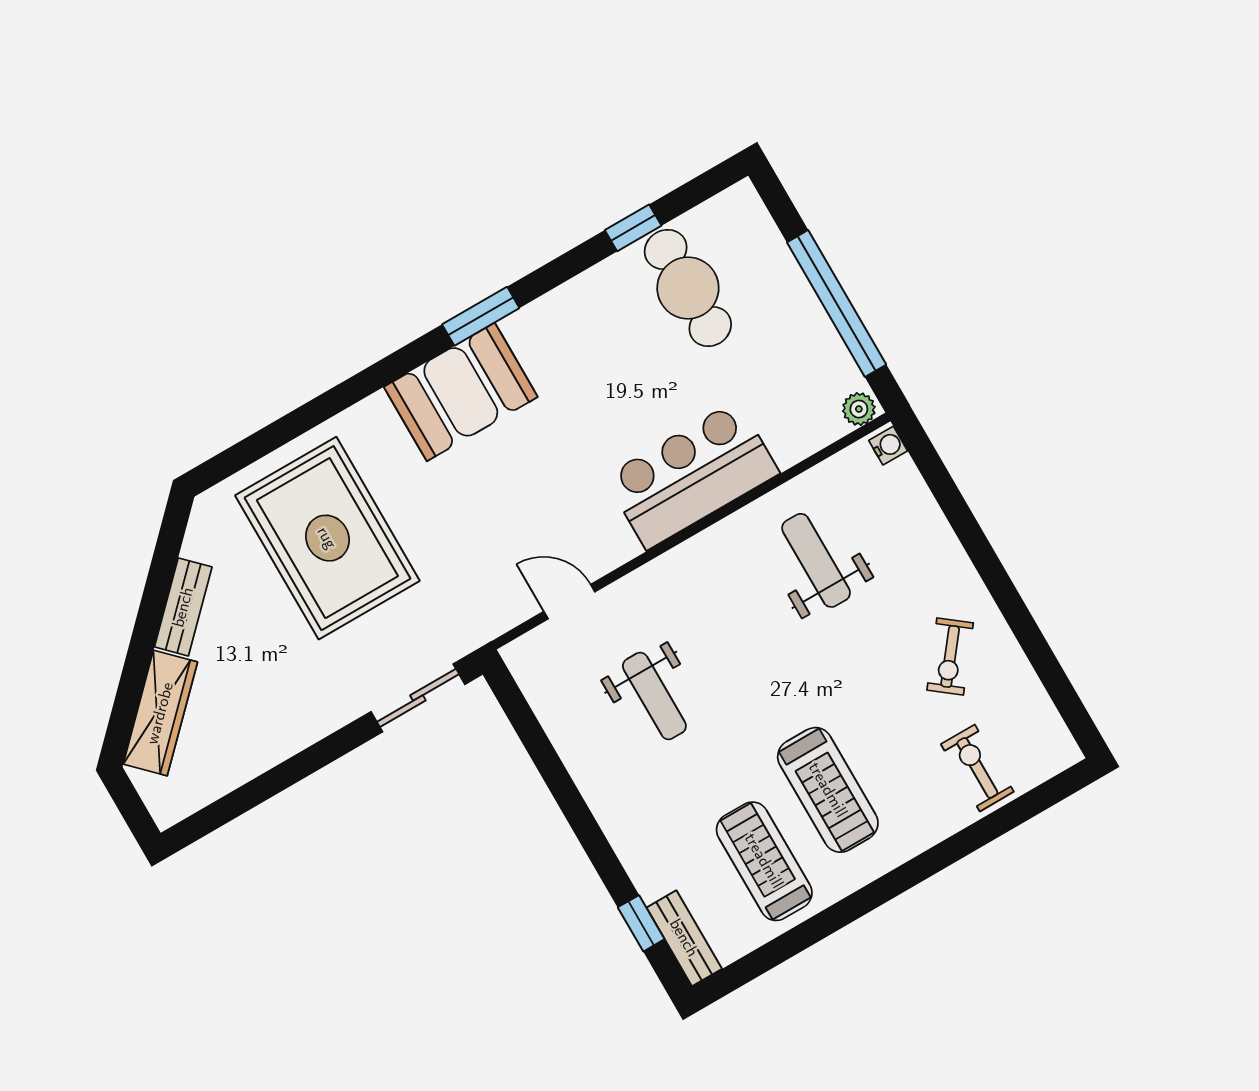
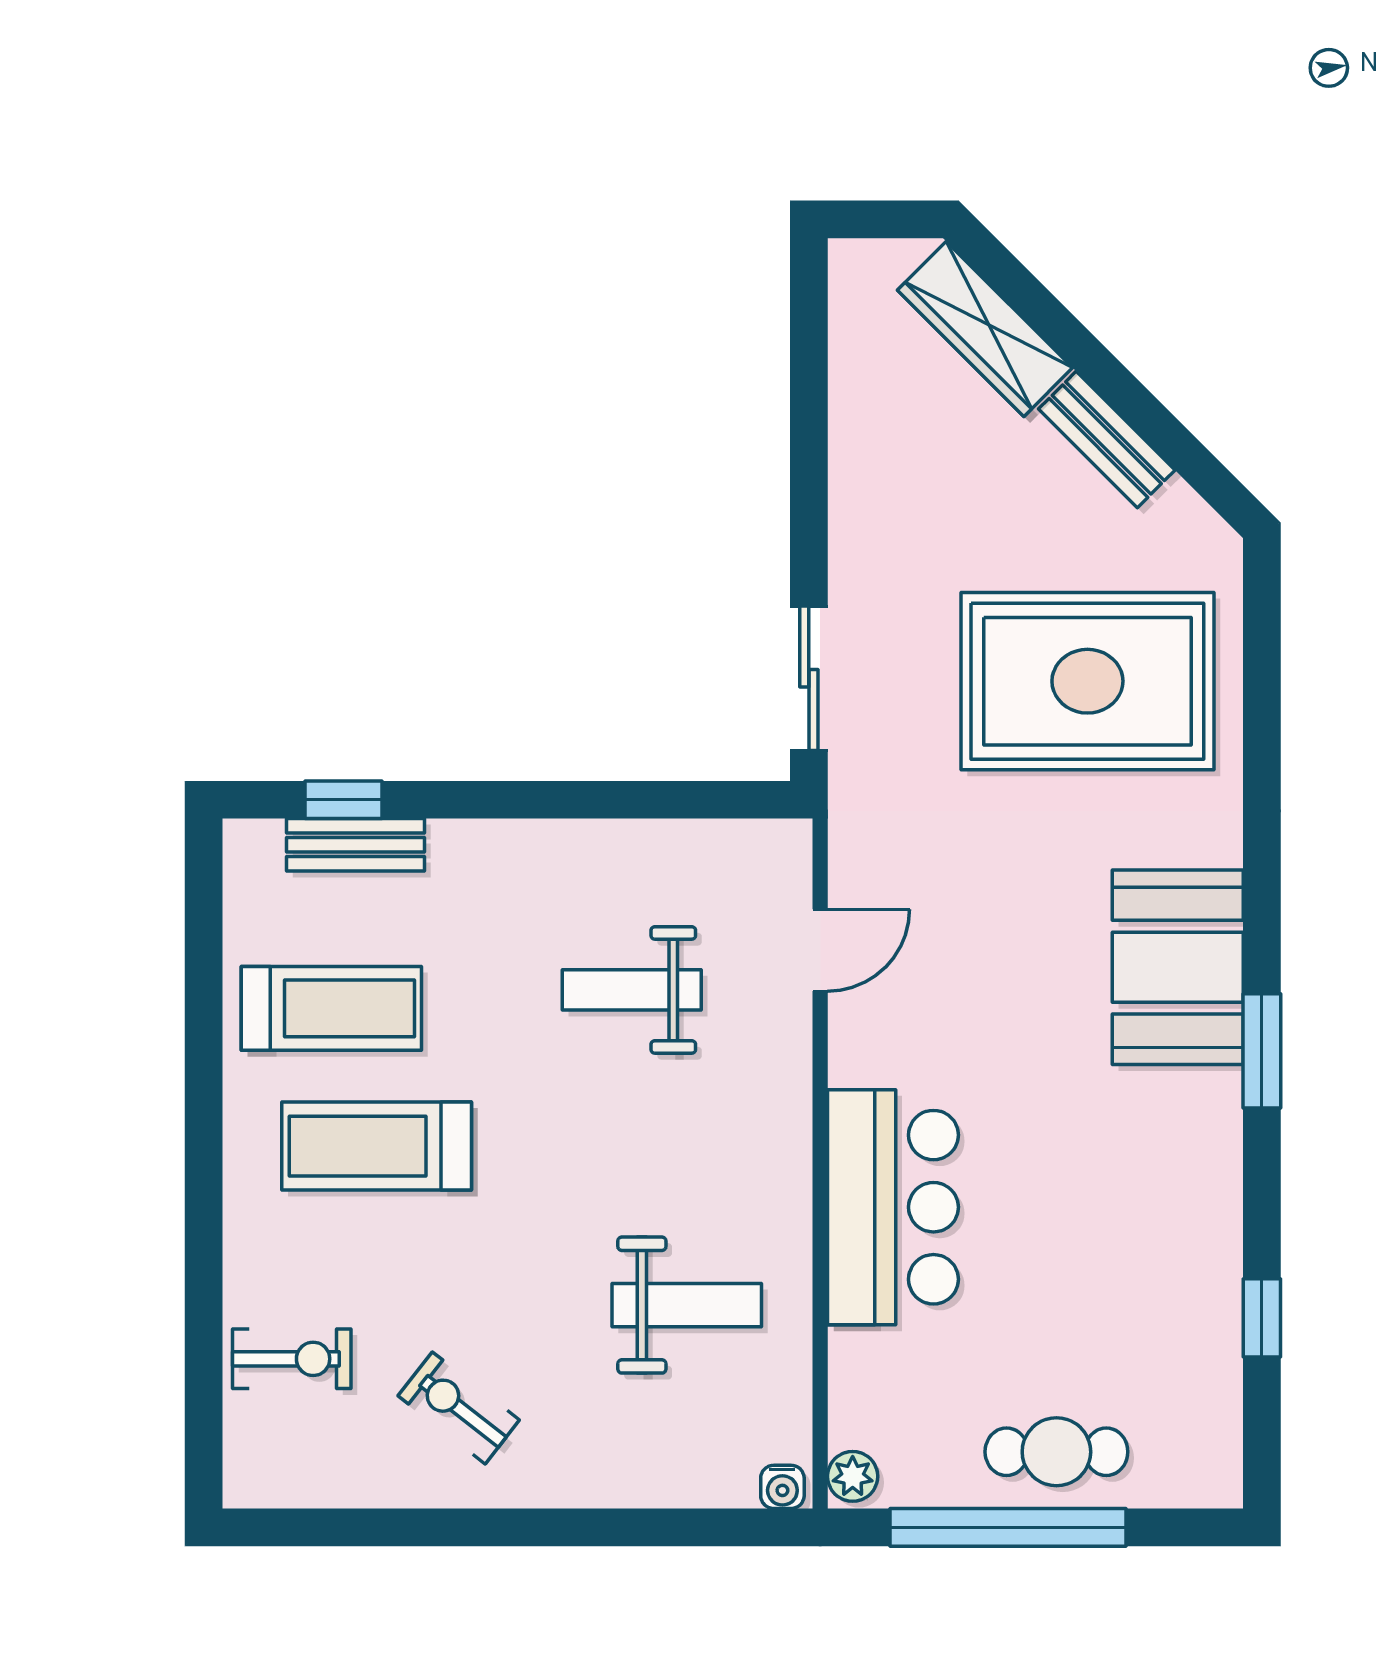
cafe table: (688, 288) -> (1056, 1452), moved, width x0.73, depth x0.74
bench: (684, 938) -> (356, 845), moved

